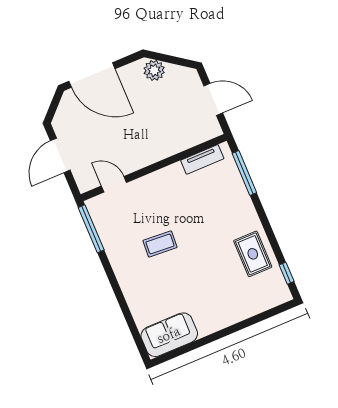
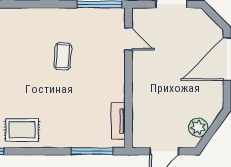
plant: (154, 70) -> (198, 127), moved
door: (114, 184) -> (129, 39), hinge flipped

